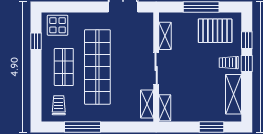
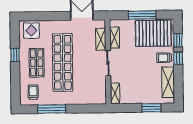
pallet: (215, 31) -> (153, 33), width x1.37, depth x1.41
window: (36, 41) -> (15, 55), moved
shelving: (147, 104) -> (101, 39), moved

